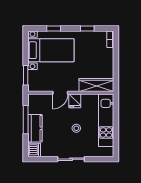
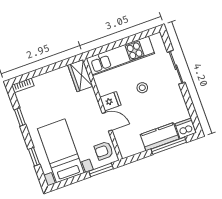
armchair: (39, 82) -> (104, 151), added
wardrobe: (96, 85) -> (80, 76), width x0.67
window: (26, 120) -> (169, 146), moved
sliding door: (71, 159) -> (176, 67), moved

